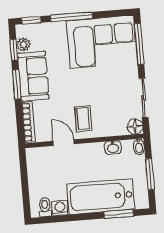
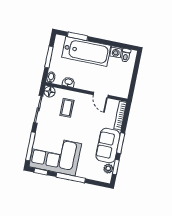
window: (31, 20) -> (41, 172), moved
coffee table: (83, 119) -> (67, 108), moved

